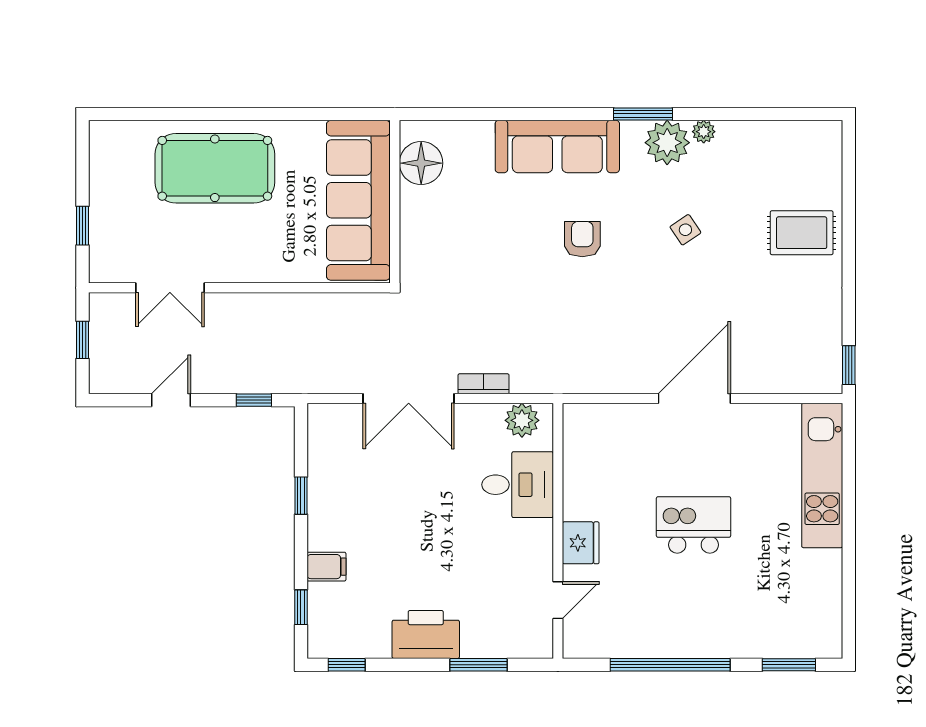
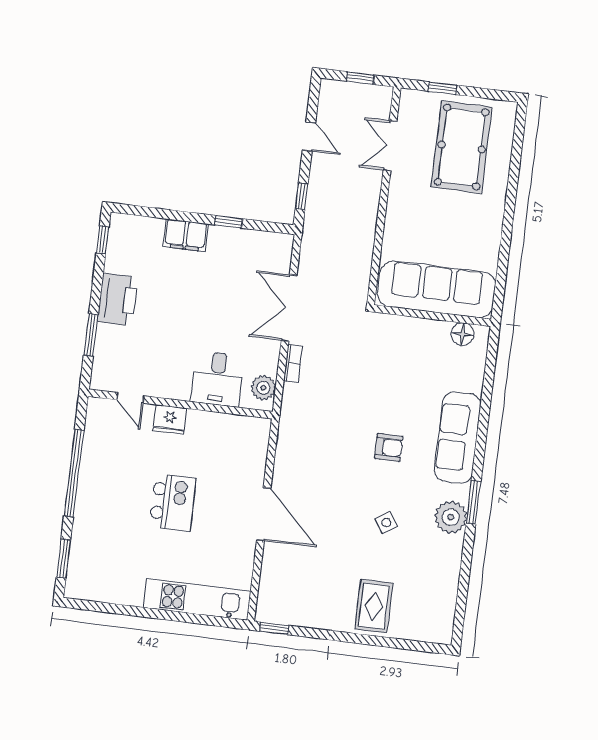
plant: (704, 132) -> (455, 544), removed
floor lamp: (421, 163) -> (463, 334), width x0.73, depth x0.73
pool table: (215, 168) -> (462, 147), moved
filing cabinet: (326, 567) -> (186, 235), width x2.00
window: (301, 607) -> (148, 212), removed

